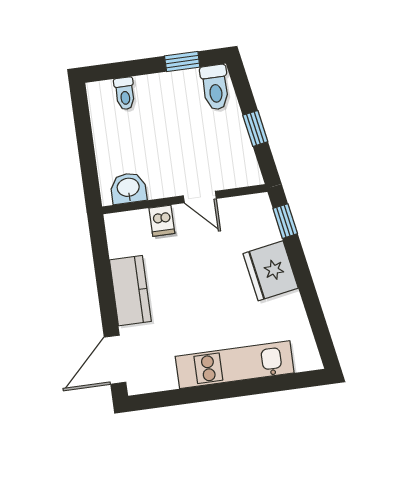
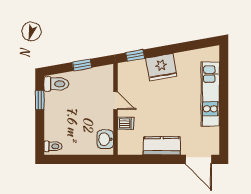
toilet: (125, 93) -> (53, 146), moved
door: (200, 197) -> (115, 101), hinge flipped

